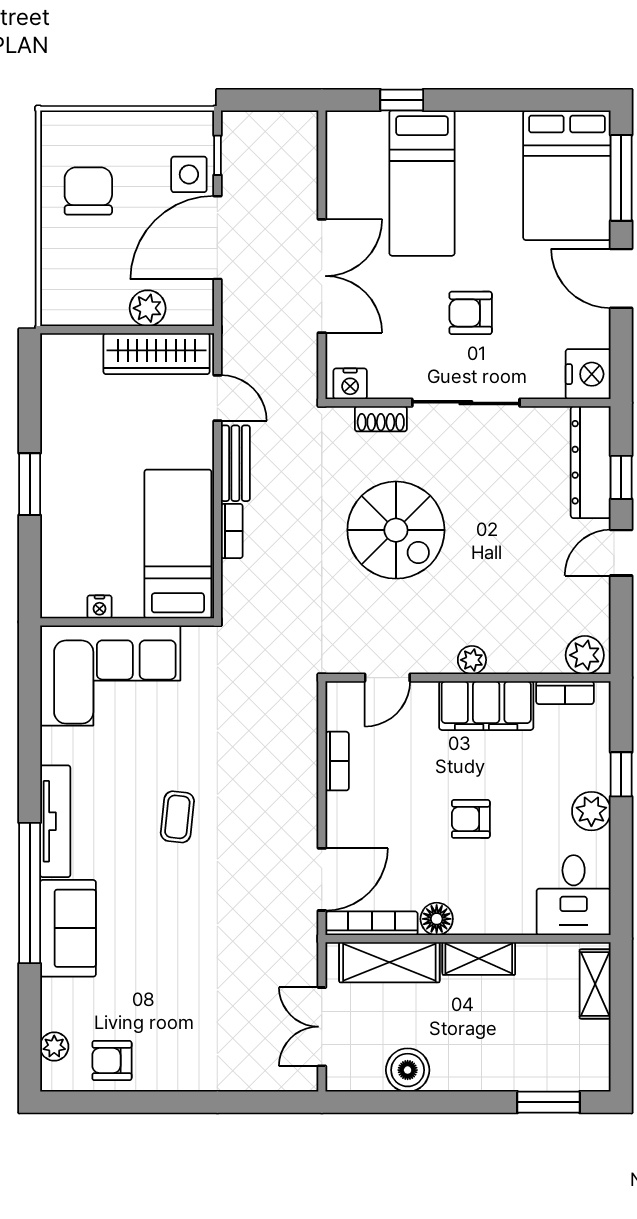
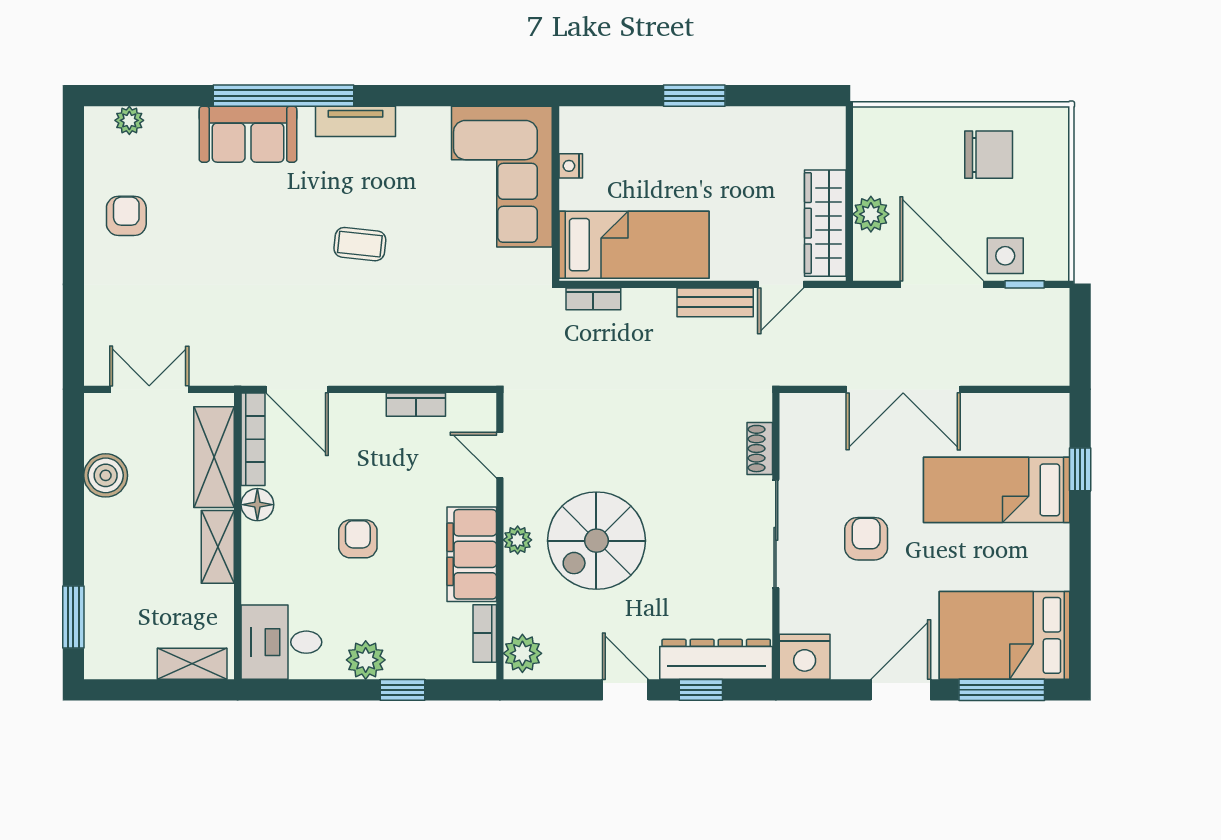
nightstand: (350, 384) -> (795, 418), removed
spiral stairs: (396, 530) -> (596, 541), moved
bookcase: (232, 531) -> (593, 299), moved
tv unit: (55, 821) -> (356, 121), width x0.71
armchair: (112, 1061) -> (126, 216), moved

